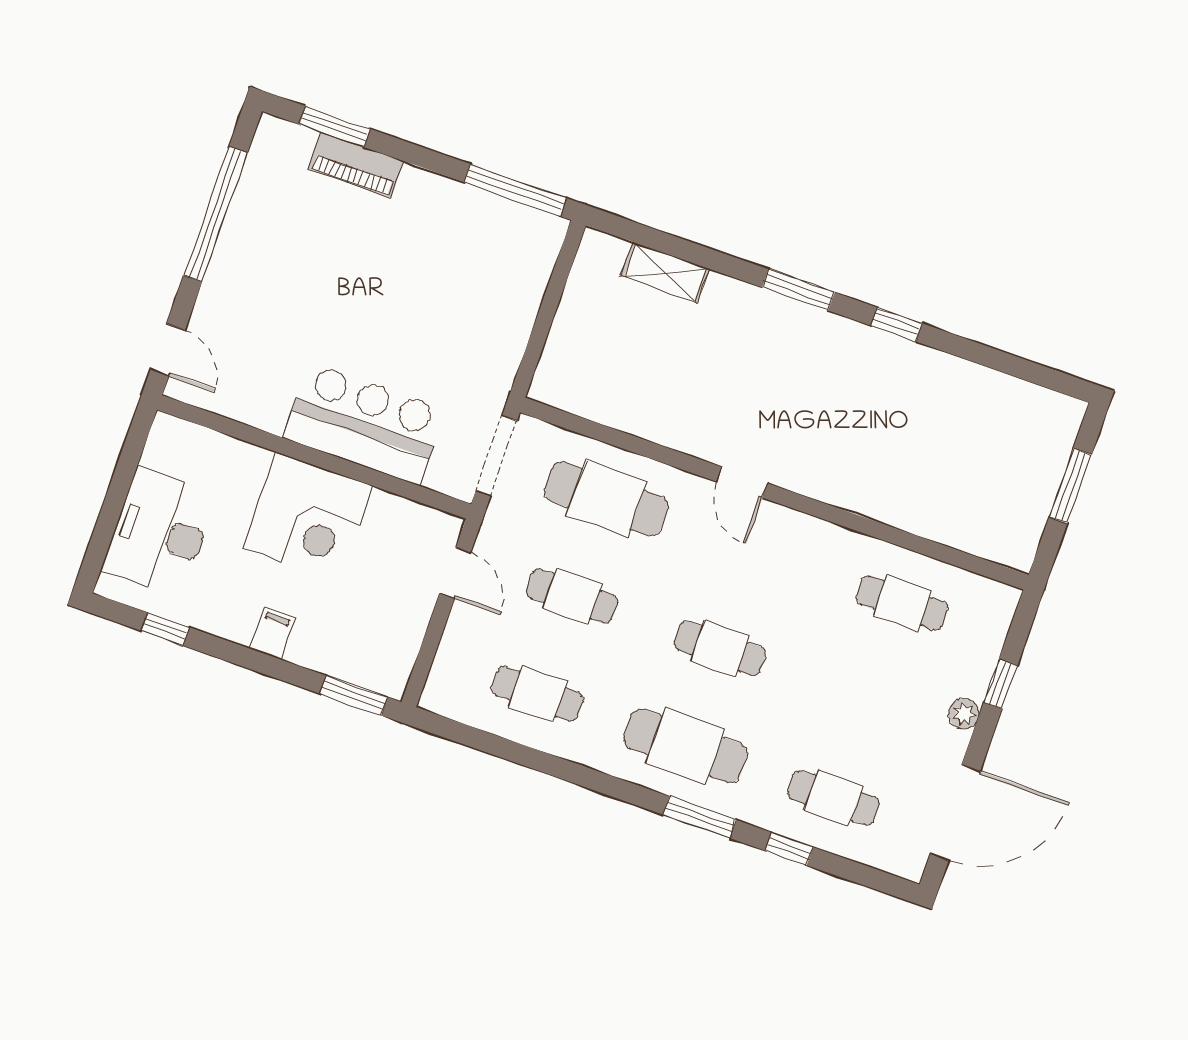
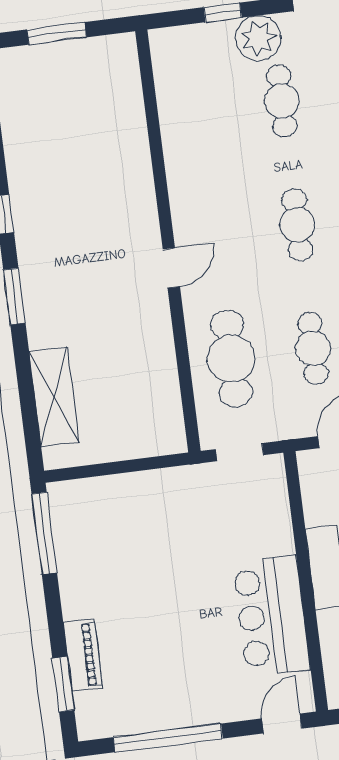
shelving: (665, 272) -> (54, 397), width x1.50, depth x1.33
bar counter: (364, 424) -> (272, 616), moved
doorway: (496, 456) -> (240, 452), width x0.73
cafe table: (902, 603) -> (282, 101), moved
plant: (964, 714) -> (258, 38), width x1.88, depth x1.88

